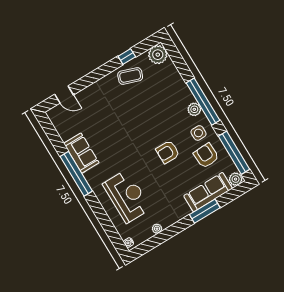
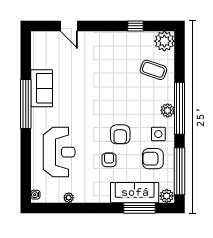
coffee table: (130, 76) -> (153, 70), moved
door: (64, 95) -> (69, 26), moved
armchair: (168, 152) -> (120, 134), turned -90
armchair: (206, 156) -> (153, 159), turned -87
armchair: (171, 178) -> (109, 160), added
window: (205, 211) -> (139, 208), moved

